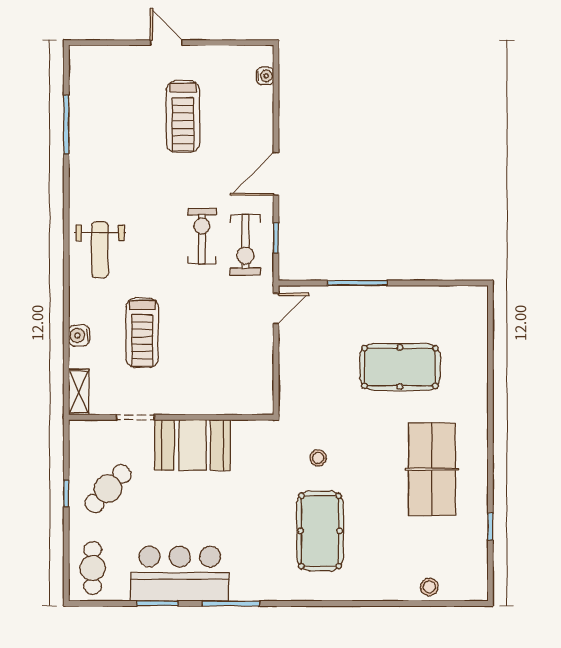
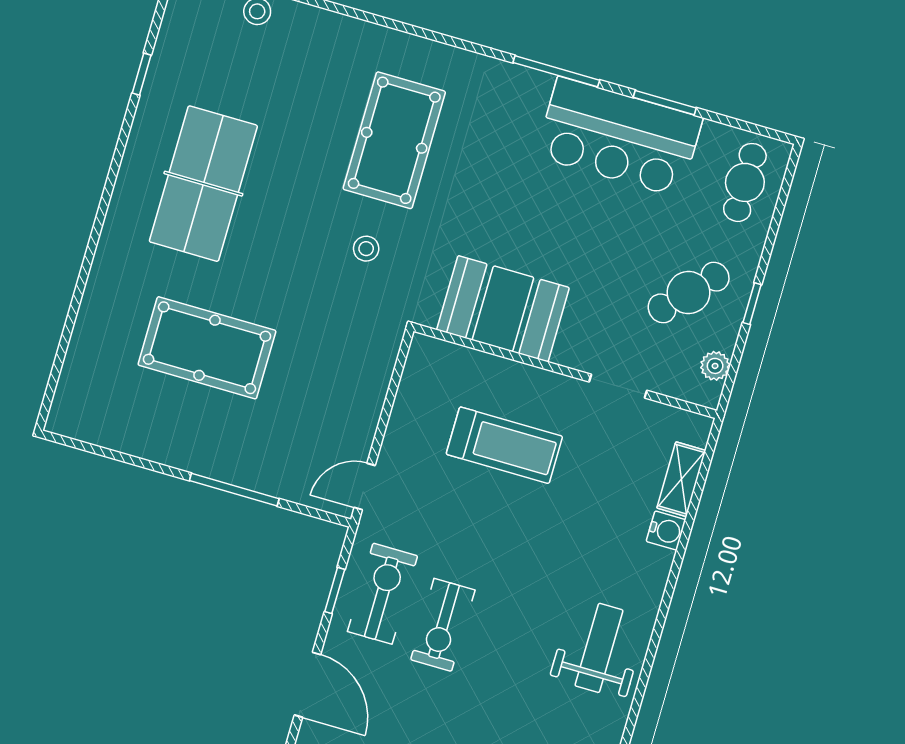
door: (276, 174) -> (307, 685), hinge flipped
treadmill: (142, 333) -> (504, 445), moved, turned 90
shelving: (79, 392) -> (681, 479), moved
booth: (192, 445) -> (503, 309), moved
plant: (78, 448) -> (715, 366), added

